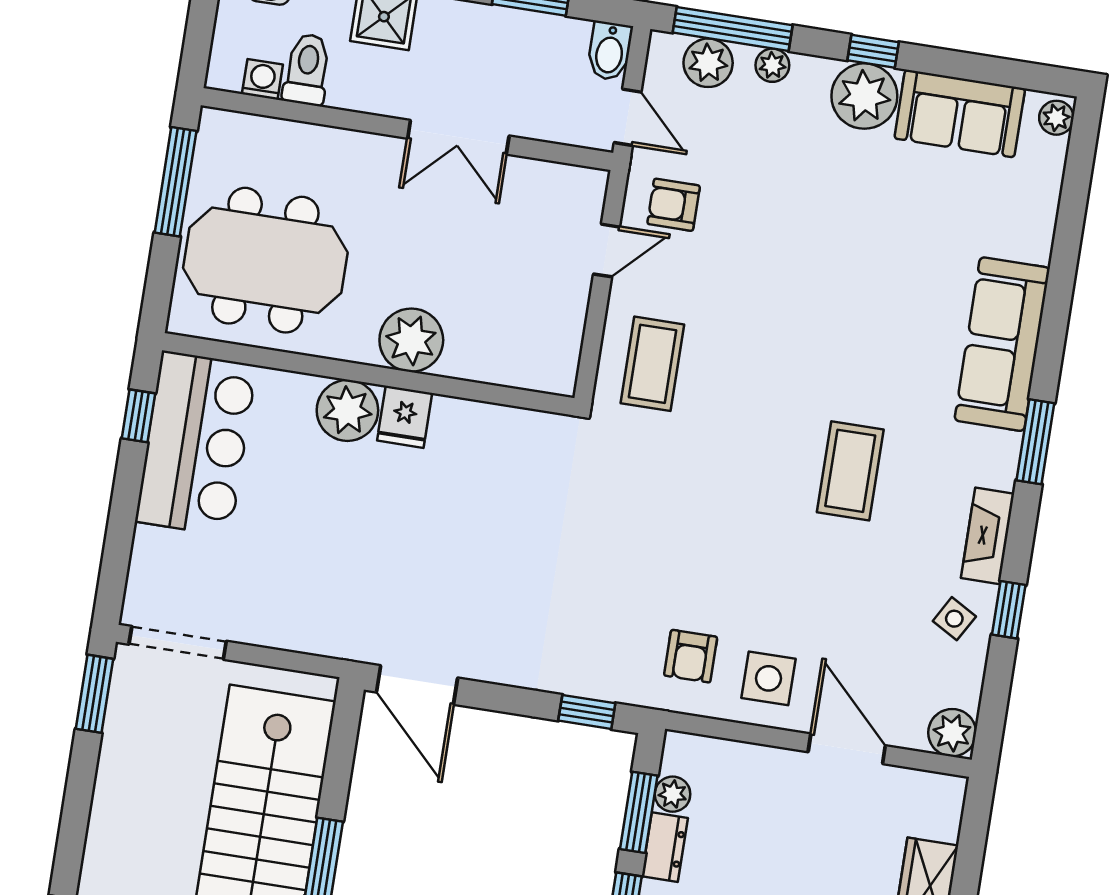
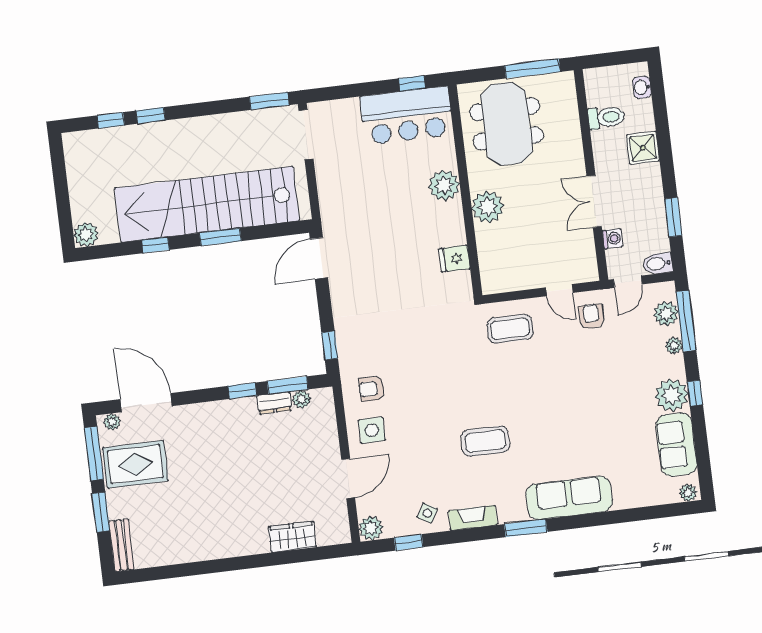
washing machine: (262, 79) -> (612, 239), moved
fridge: (405, 417) -> (455, 259), moved
window: (1009, 610) -> (409, 542), moved

